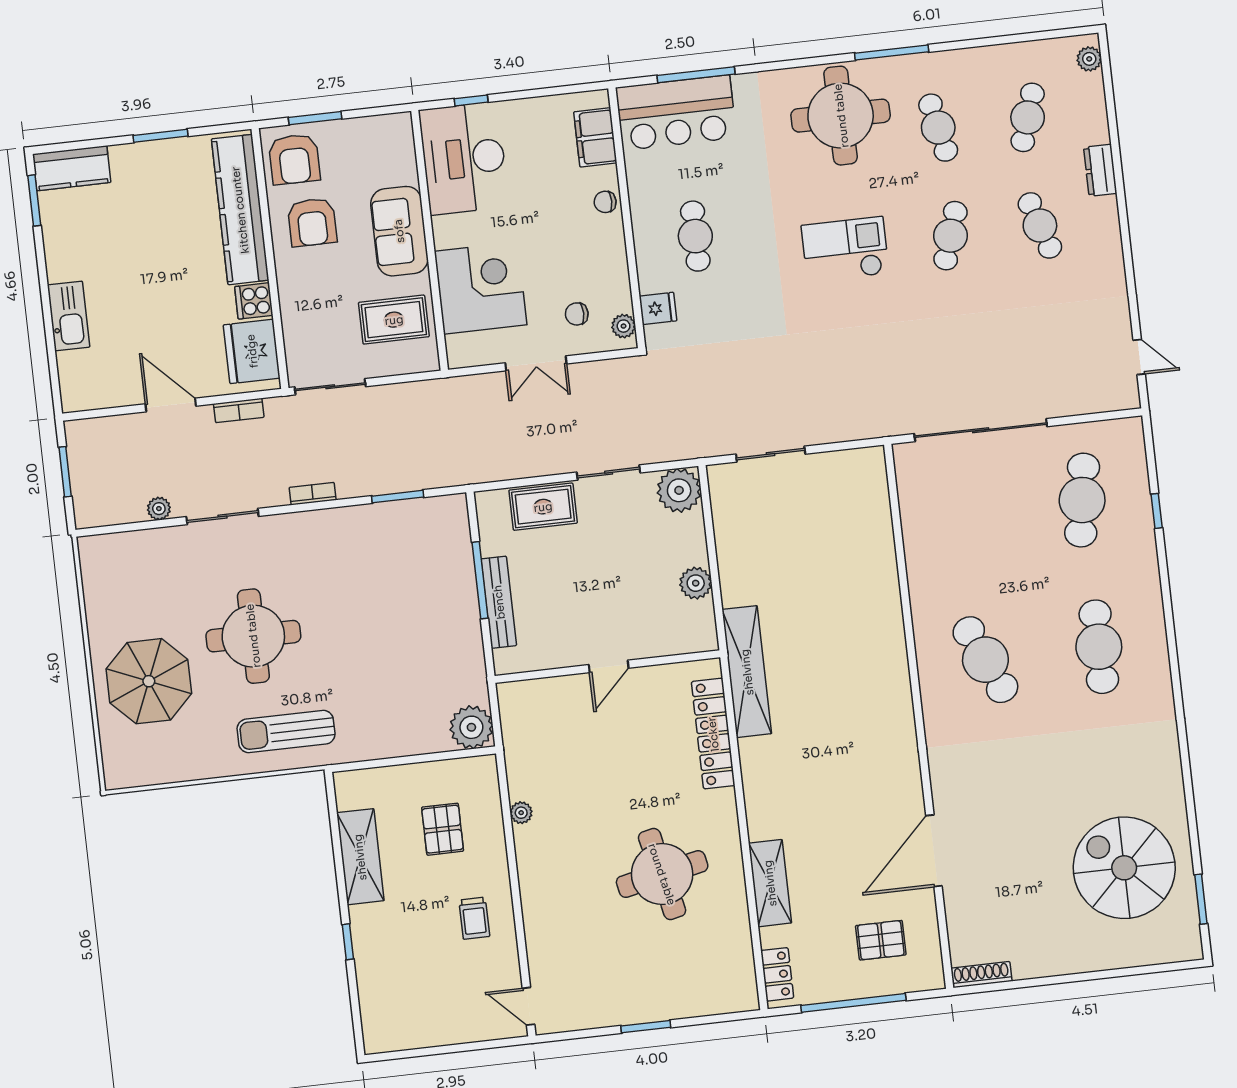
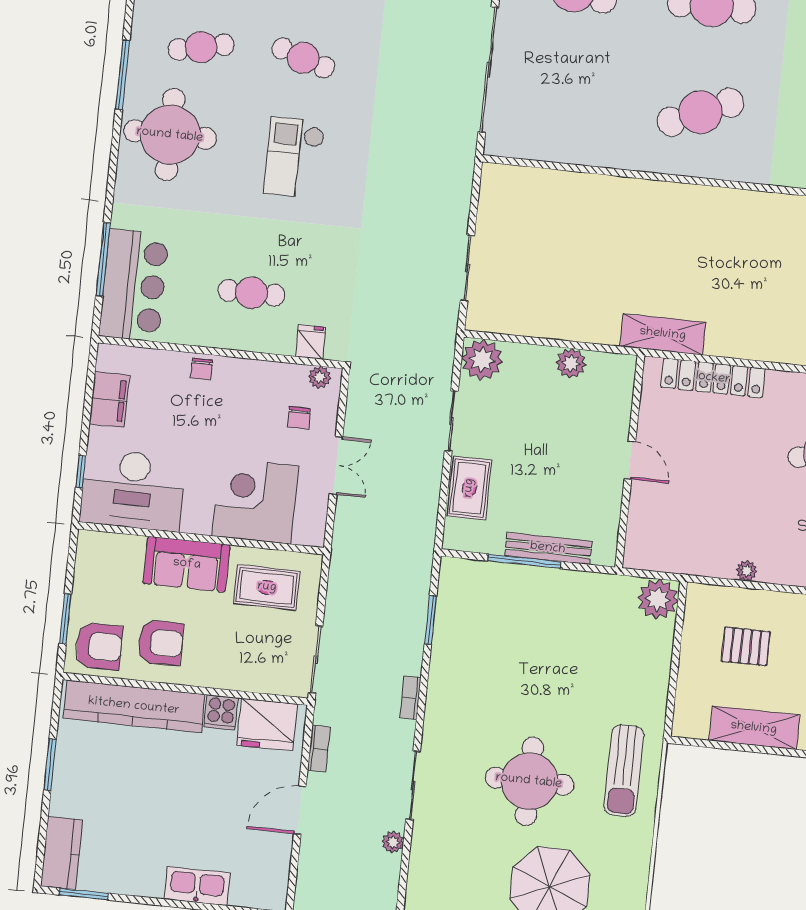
filing cabinet: (595, 137) -> (109, 400), moved, turned -90
rug: (394, 320) -> (267, 587), turned 90
shelving: (747, 672) -> (663, 334), width x0.68

